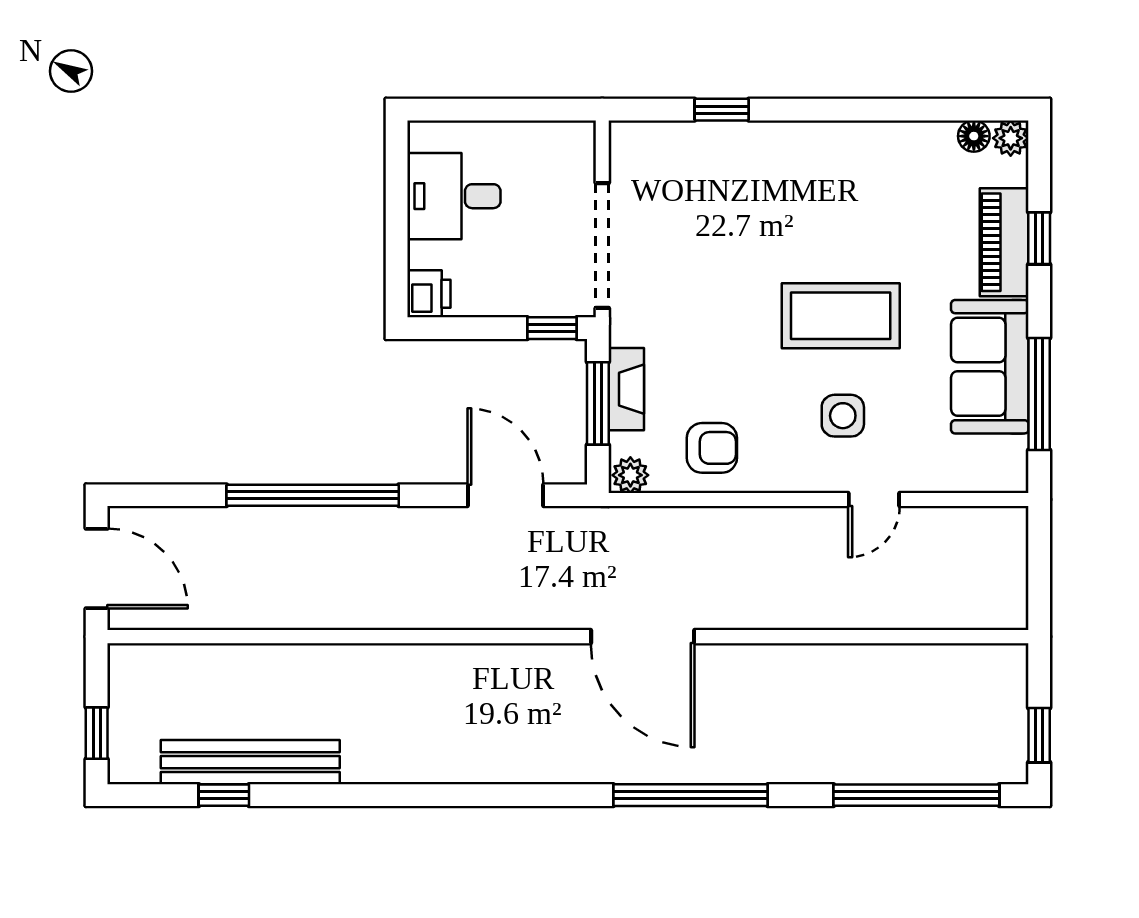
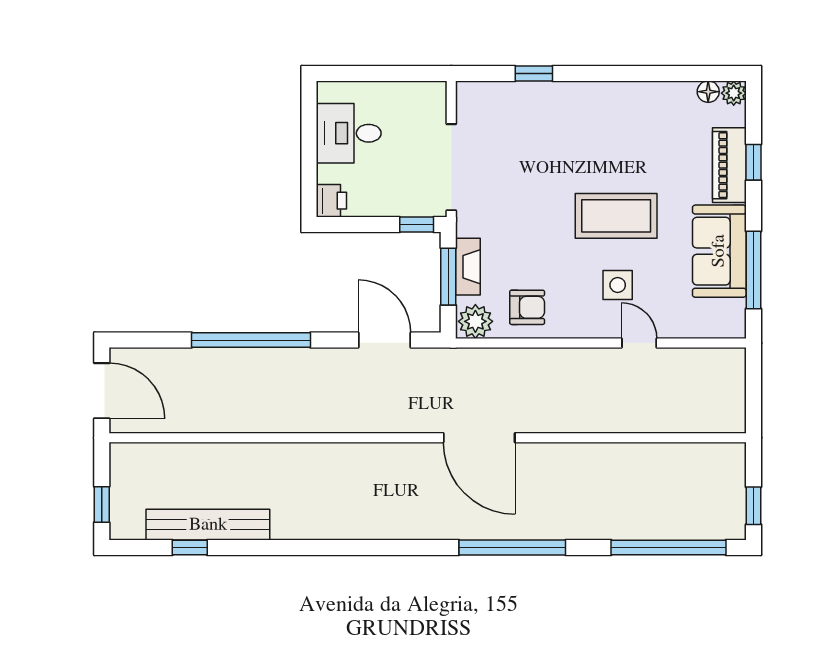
plant: (630, 475) -> (475, 321), width x1.38, depth x1.38
door: (874, 500) -> (639, 343), swing flipped

